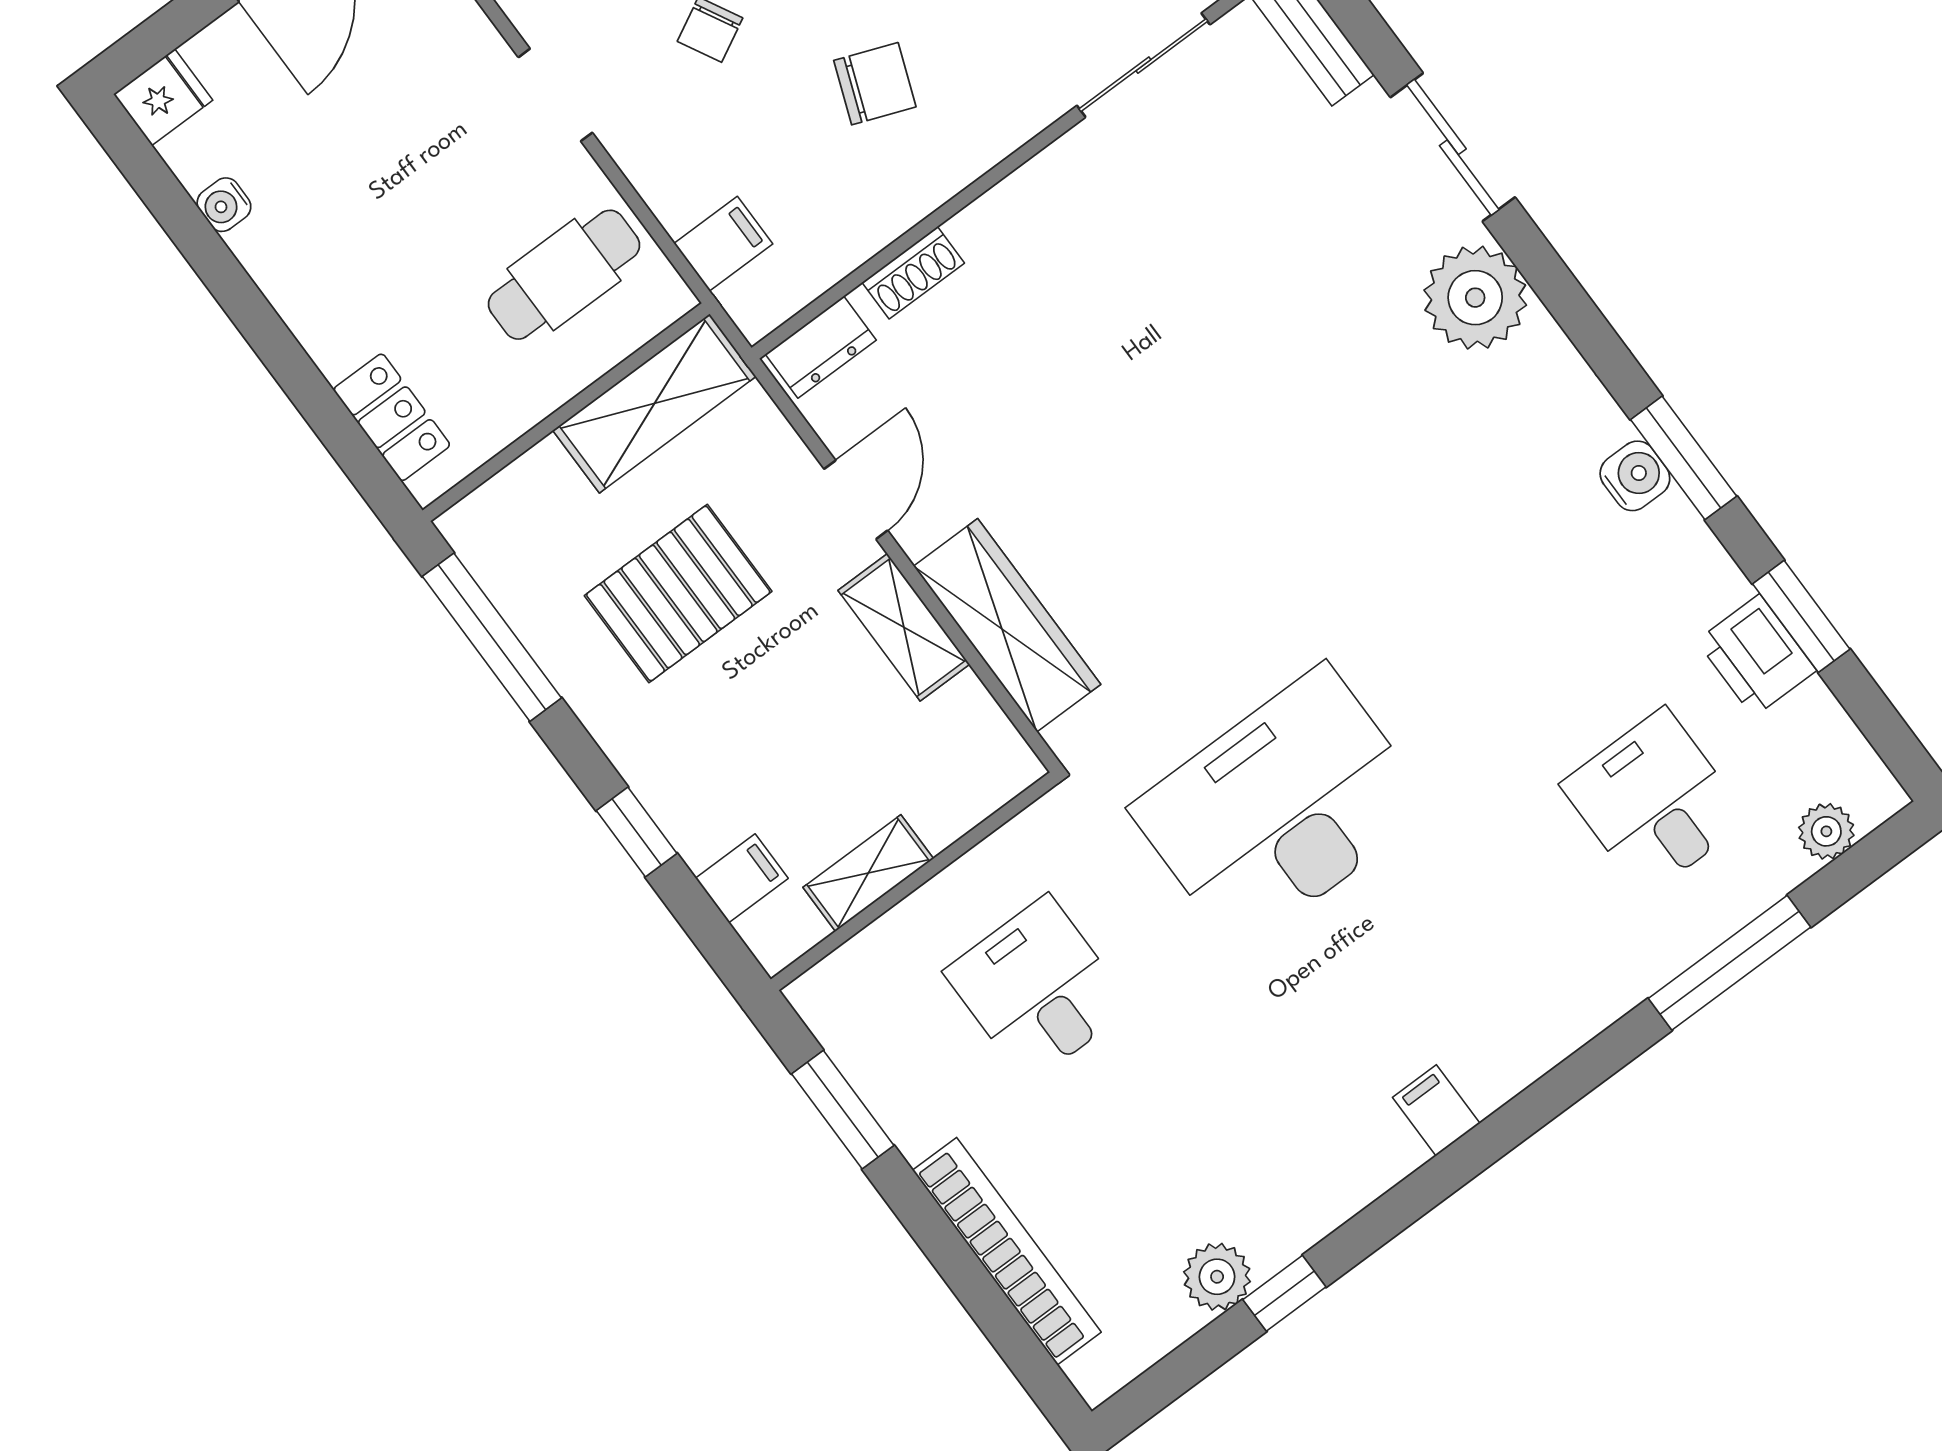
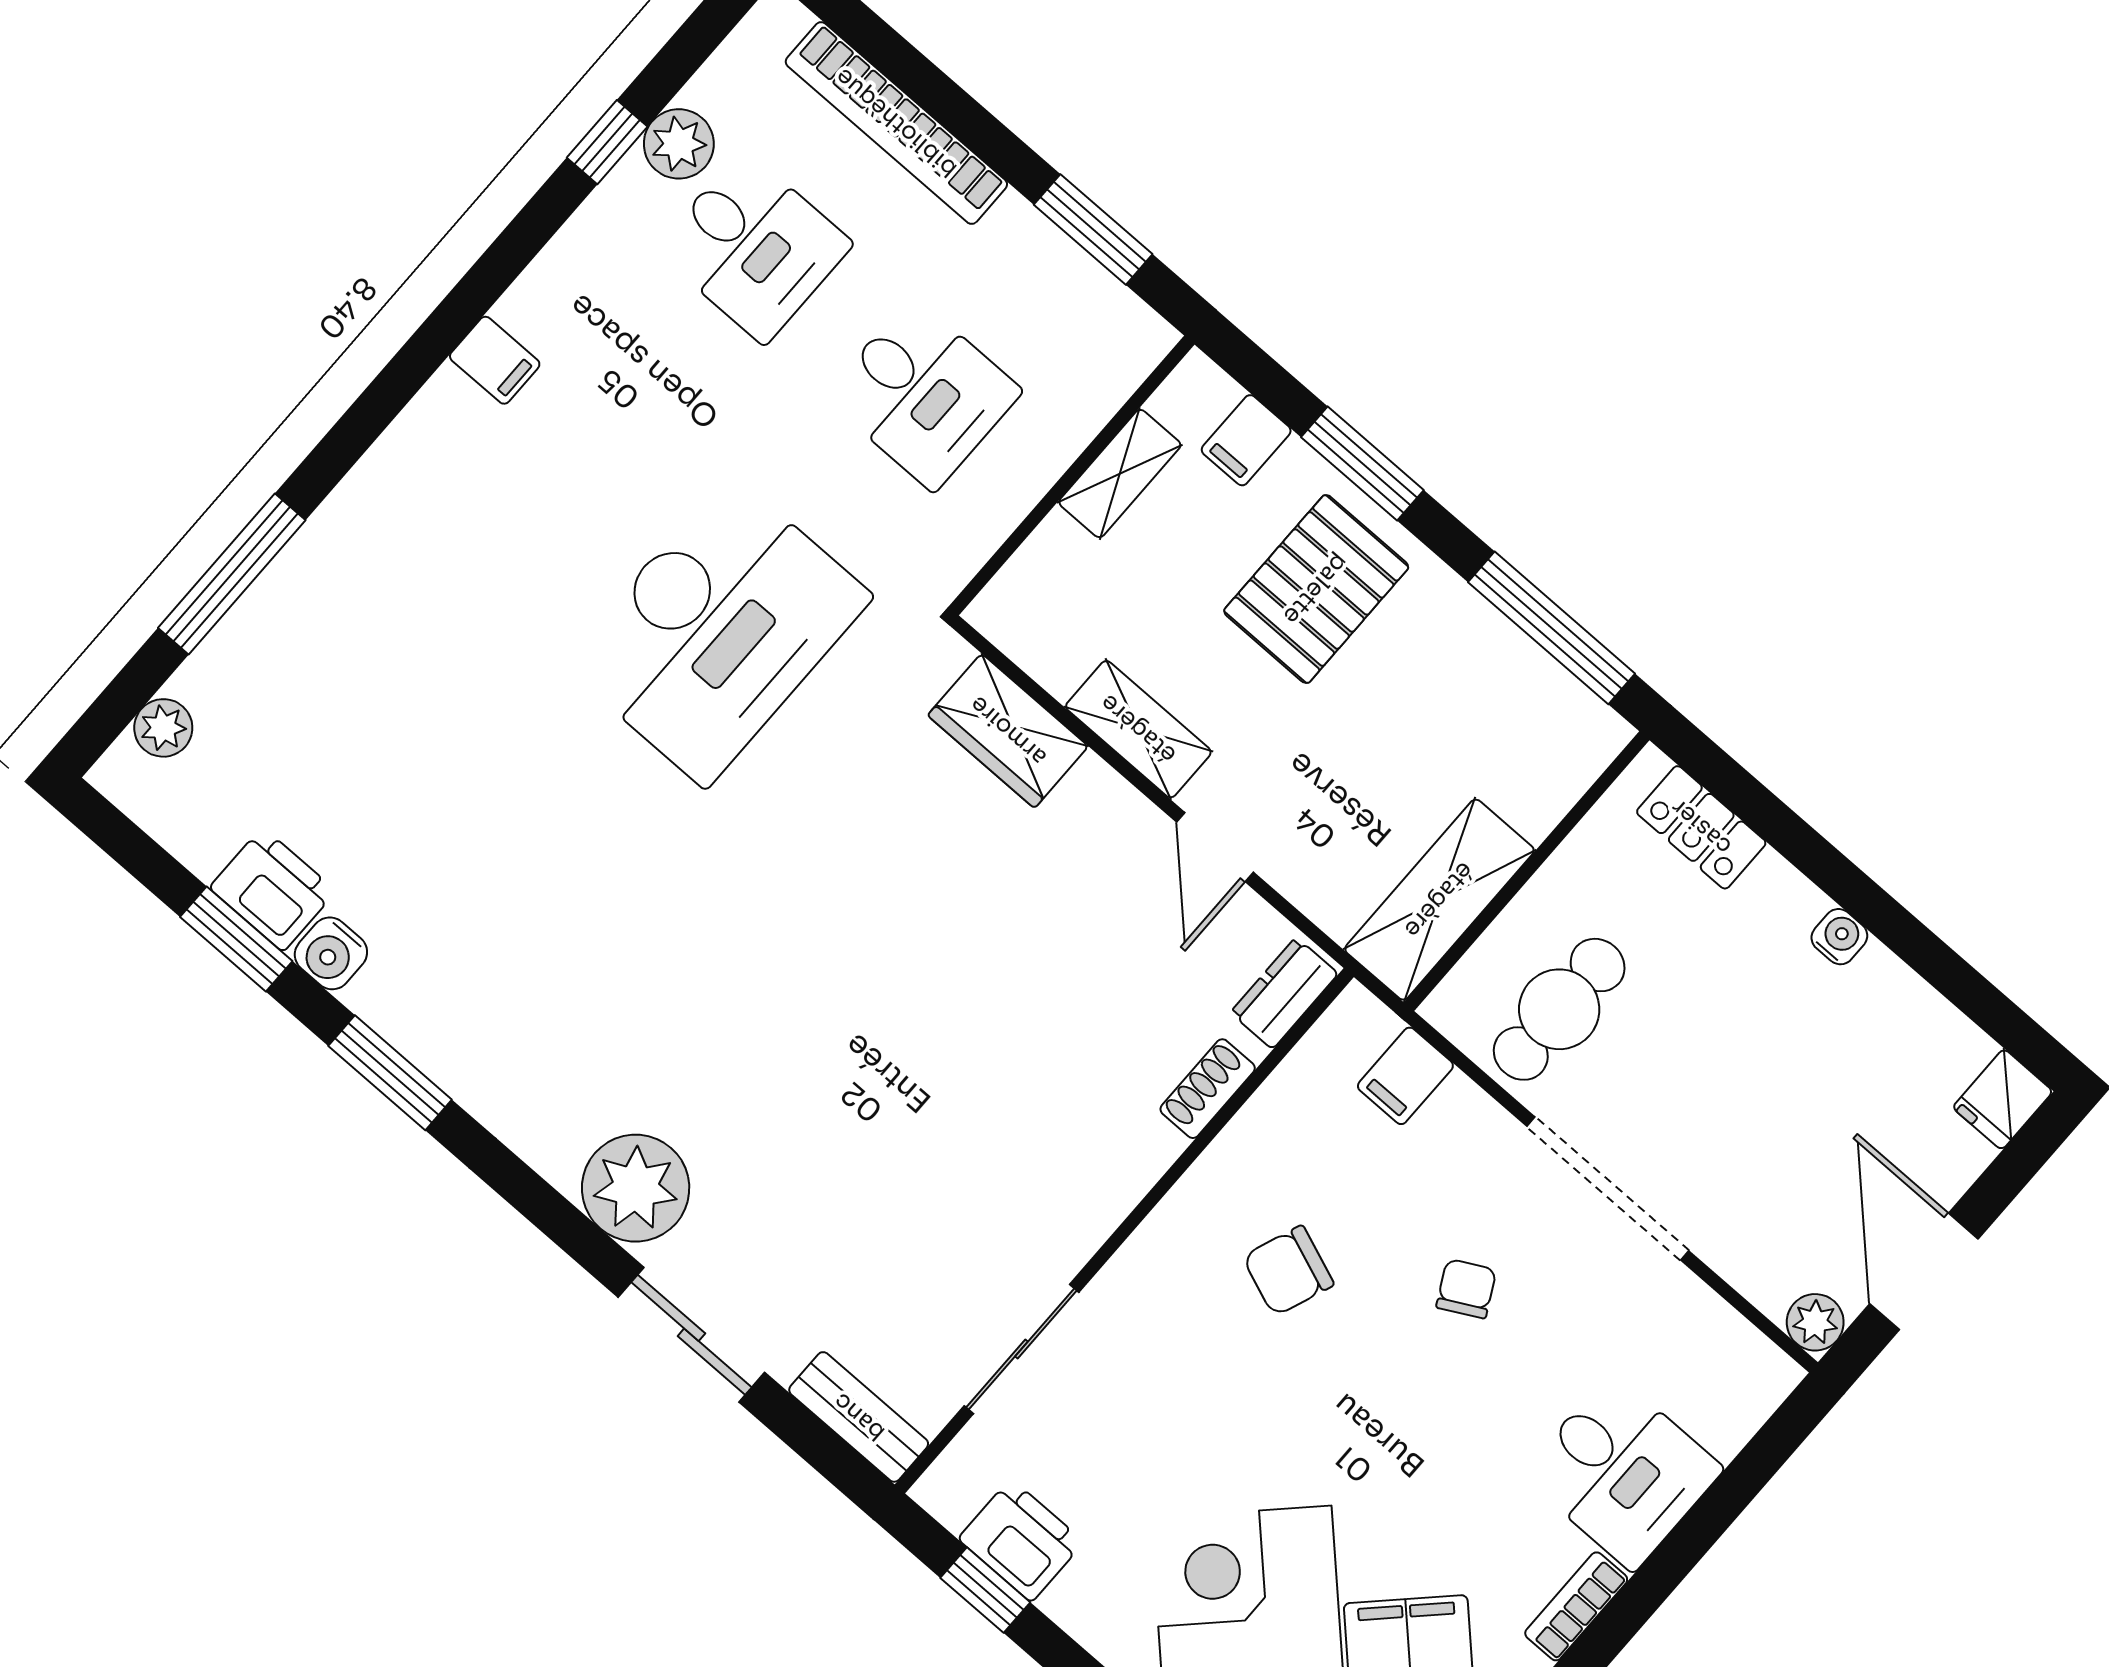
doorway: (555, 95) -> (1608, 1189), width x1.87
water cooler: (224, 205) -> (1839, 937), moved
water cooler: (1635, 476) -> (331, 953), moved
pallet: (678, 593) -> (1316, 589), moved
wardrobe: (1007, 625) -> (1008, 731), width x0.67
desk: (1655, 802) -> (754, 247), moved
window: (637, 832) -> (1362, 464), width x1.50

